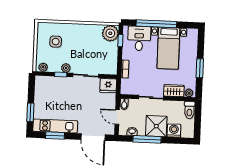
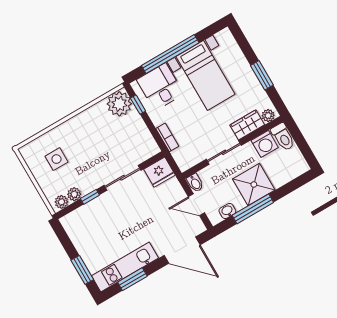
plant: (66, 68) -> (74, 194), moved
washing machine: (174, 131) -> (265, 144), moved, turned 180

